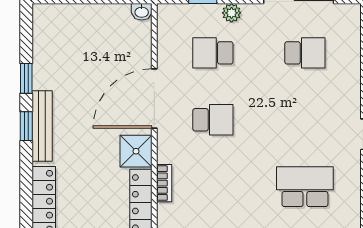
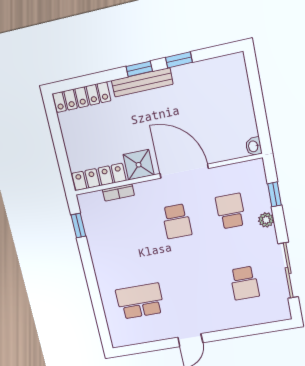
school desk: (305, 187) -> (140, 301), turned -90

